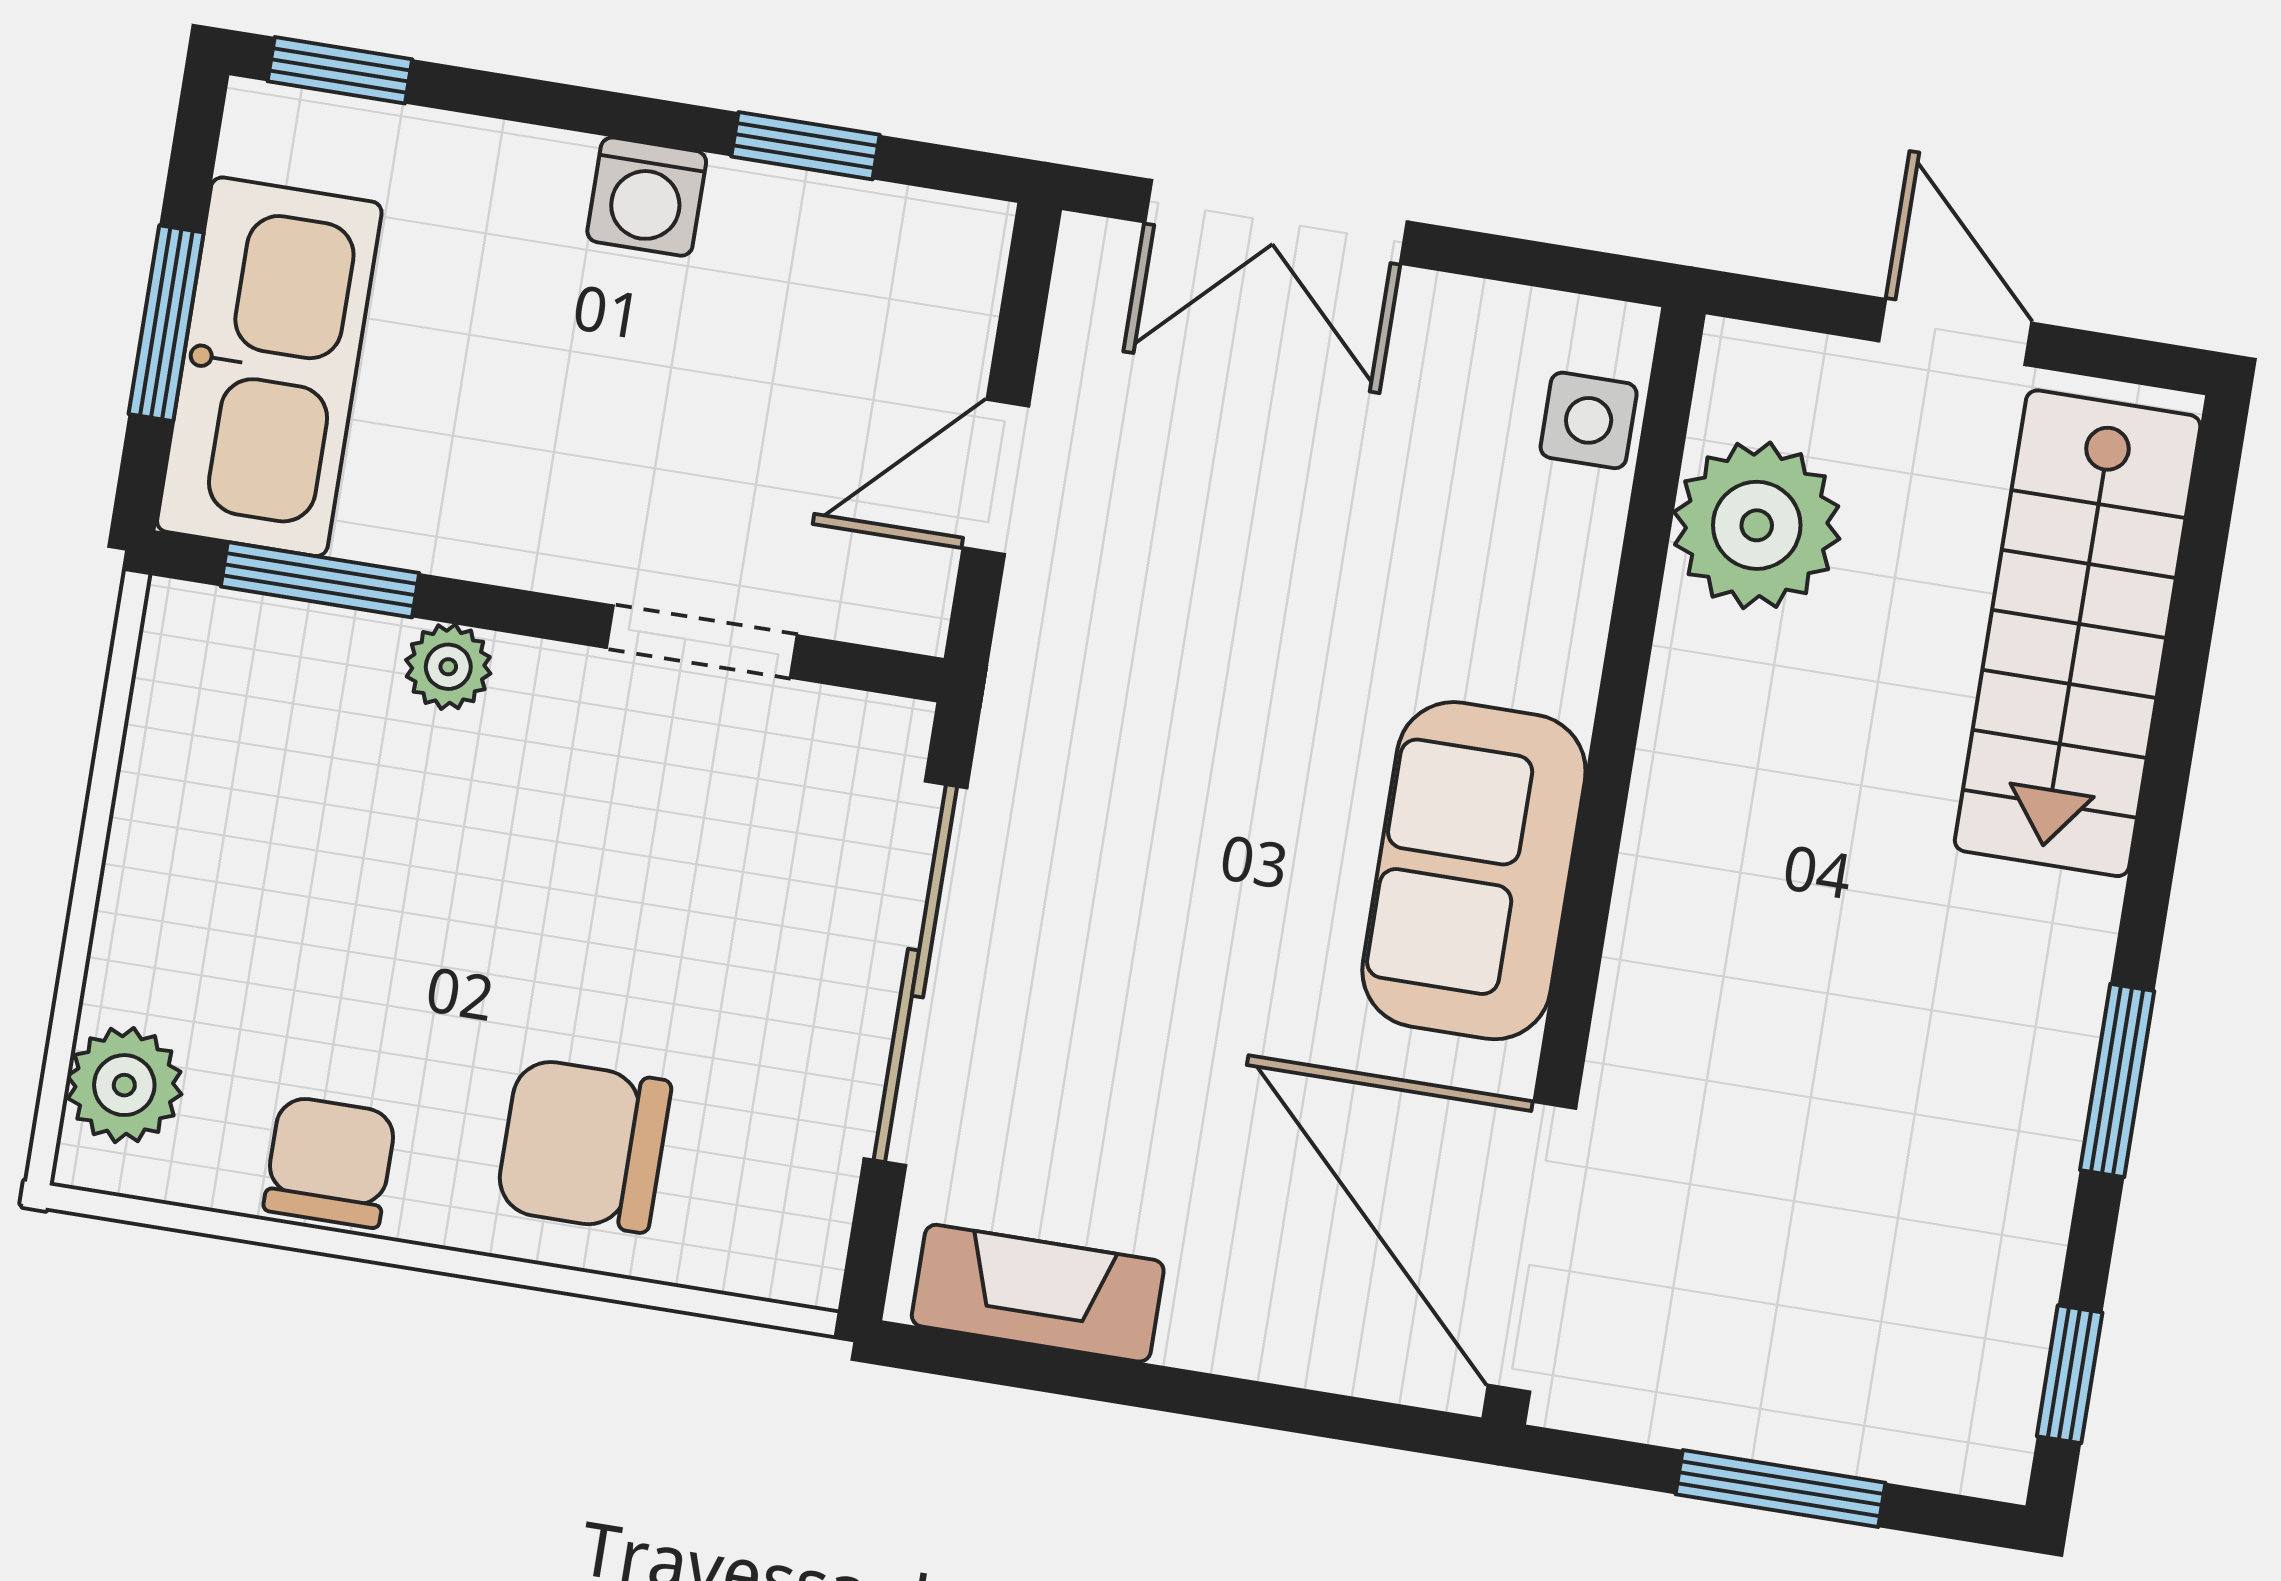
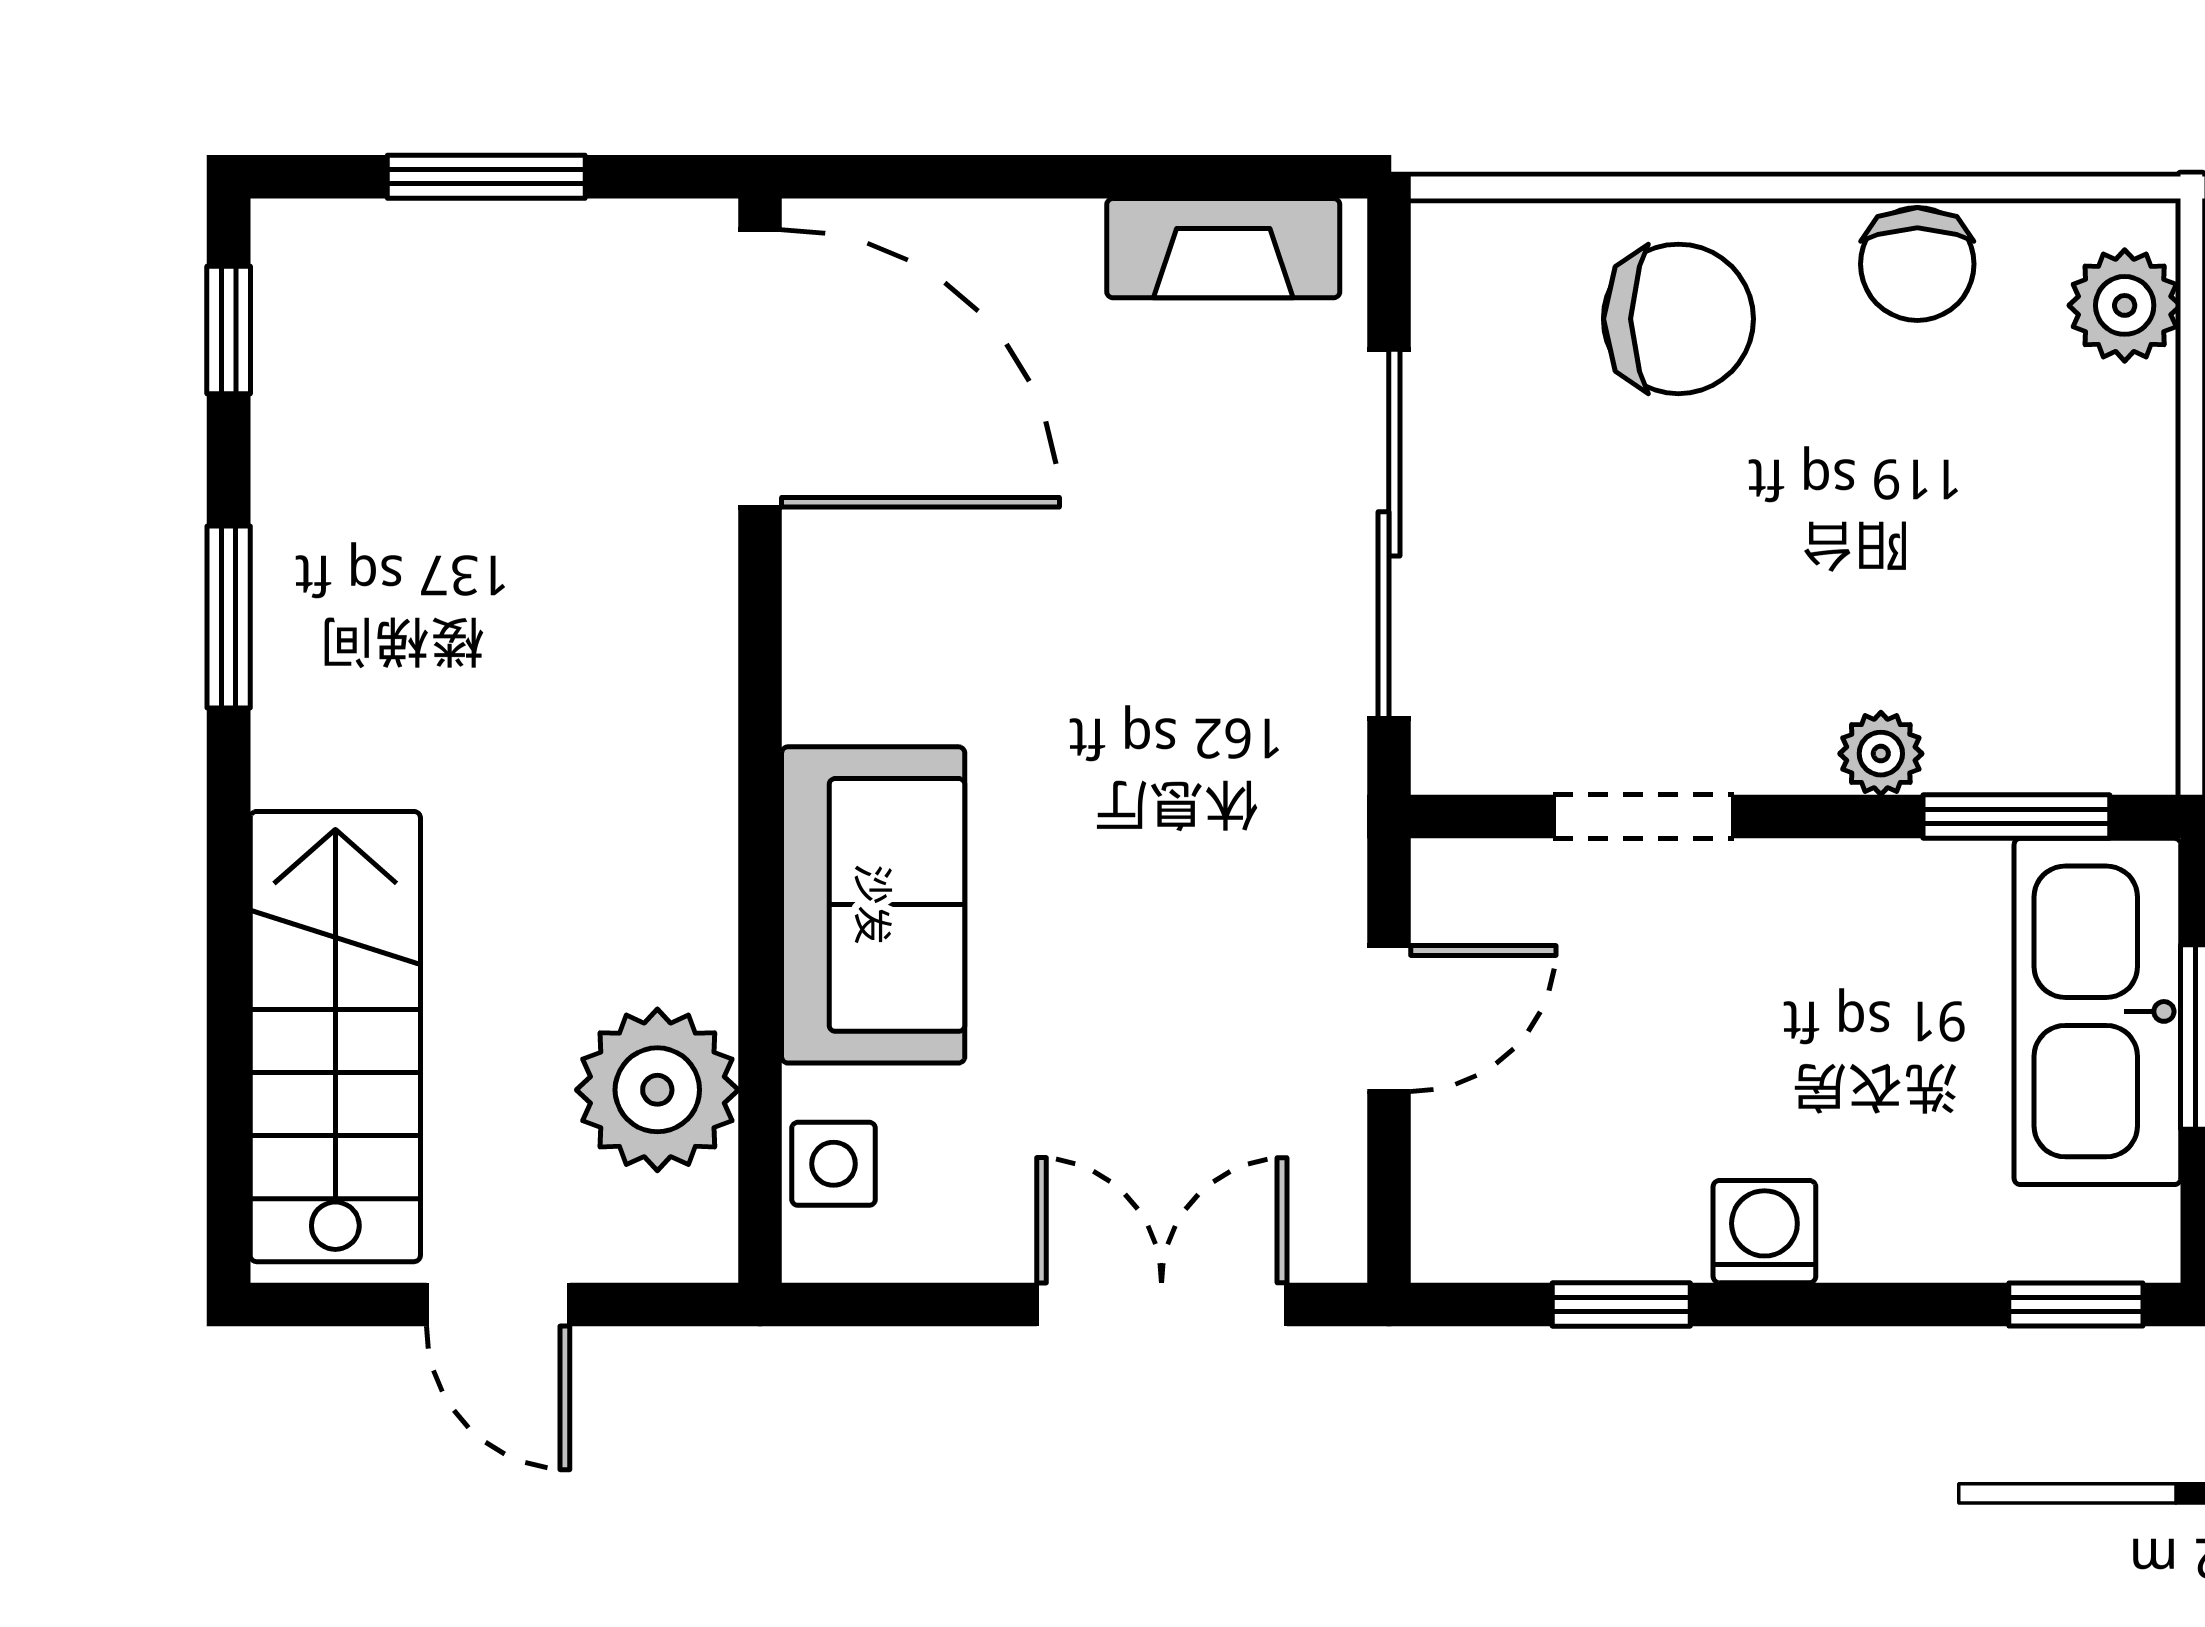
sofa: (1474, 871) -> (873, 905), moved

